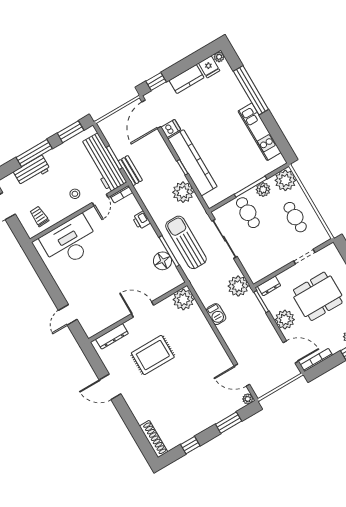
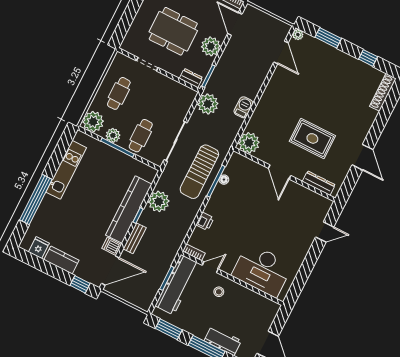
plant: (219, 57) -> (25, 245), removed
bench: (130, 171) -> (135, 238), moved
trolley: (39, 216) -> (257, 310), removed
floor lamp: (163, 261) -> (224, 180), width x0.53, depth x0.53

